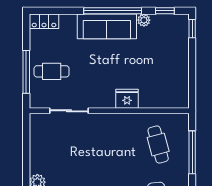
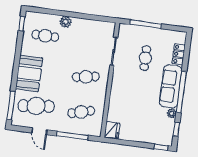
locker: (44, 21) -> (179, 54), moved
cafe table: (52, 71) -> (145, 58), moved
fridge: (127, 99) -> (112, 130), moved
cafe table: (109, 144) -> (86, 77), added

